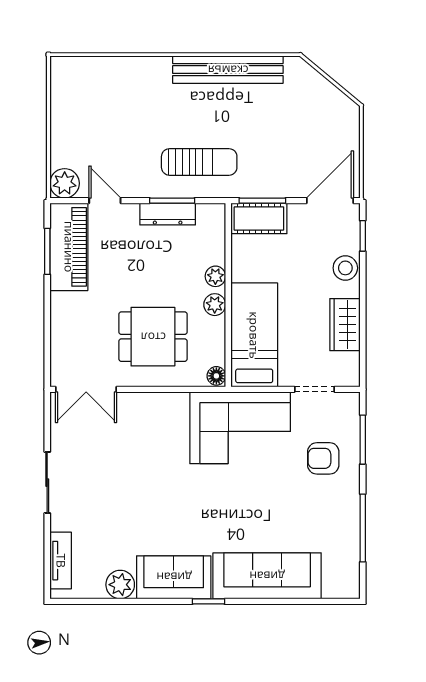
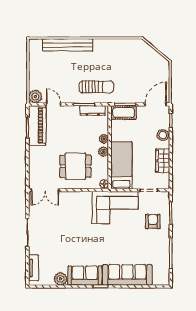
bench: (228, 70) -> (68, 45), moved
dresser: (168, 214) -> (93, 111), moved
armchair: (323, 458) -> (153, 221), turned 90

